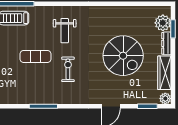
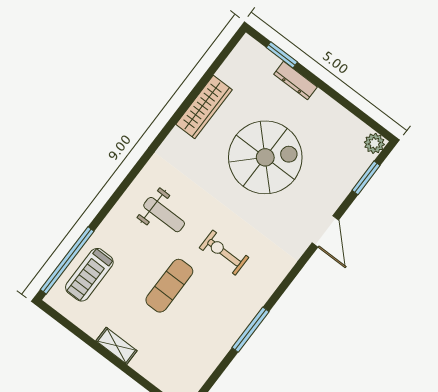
plant: (163, 23) -> (262, 63), removed
wardrobe: (164, 73) -> (204, 107), moved, turned -90

